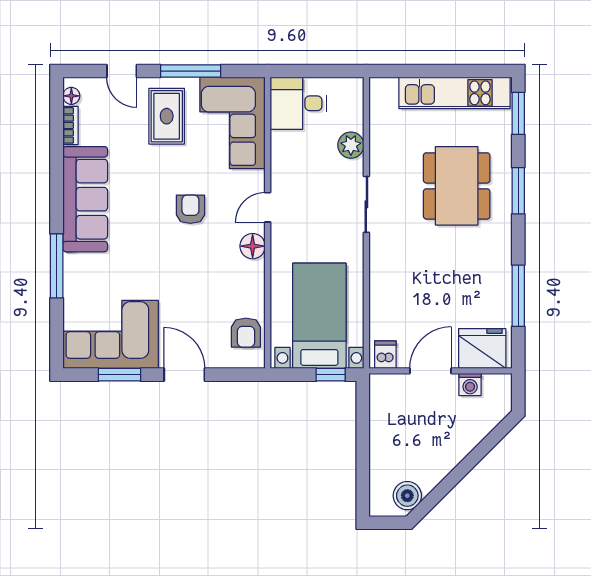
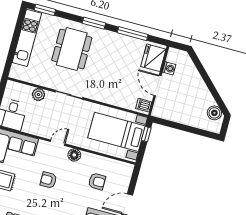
dining table: (457, 186) -> (72, 49), turned 90
window: (518, 191) -> (94, 23), moved
door: (268, 207) -> (58, 143), swing flipped
armchair: (246, 333) -> (97, 181), moved

